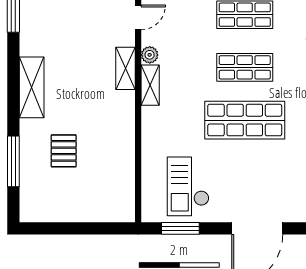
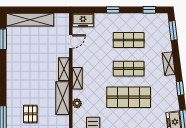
plant: (150, 55) -> (77, 103), moved
shelving: (32, 87) -> (62, 98), moved

